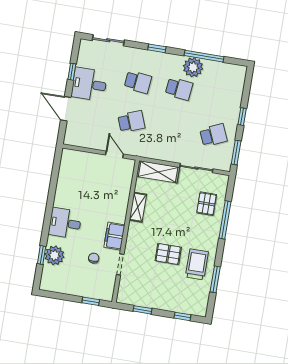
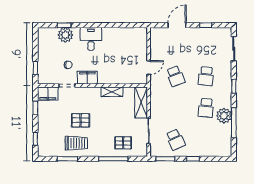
desk: (89, 84) -> (198, 40), removed
pallet: (168, 254) -> (81, 120), turned 90
filing cabinet: (127, 291) -> (48, 94), added

